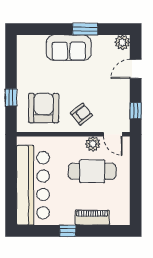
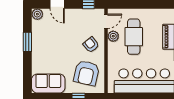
sofa: (69, 48) -> (48, 84), moved, turned -90
armchair: (44, 108) -> (86, 73), turned -77

